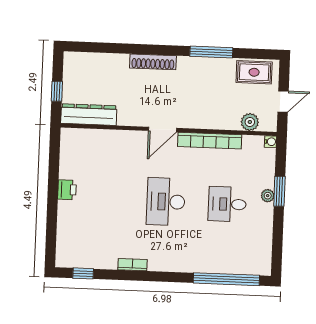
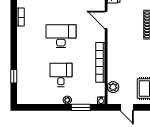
door: (163, 129) -> (106, 20), moved
window: (279, 191) -> (81, 107), moved
window: (226, 279) -> (14, 76), width x0.32

